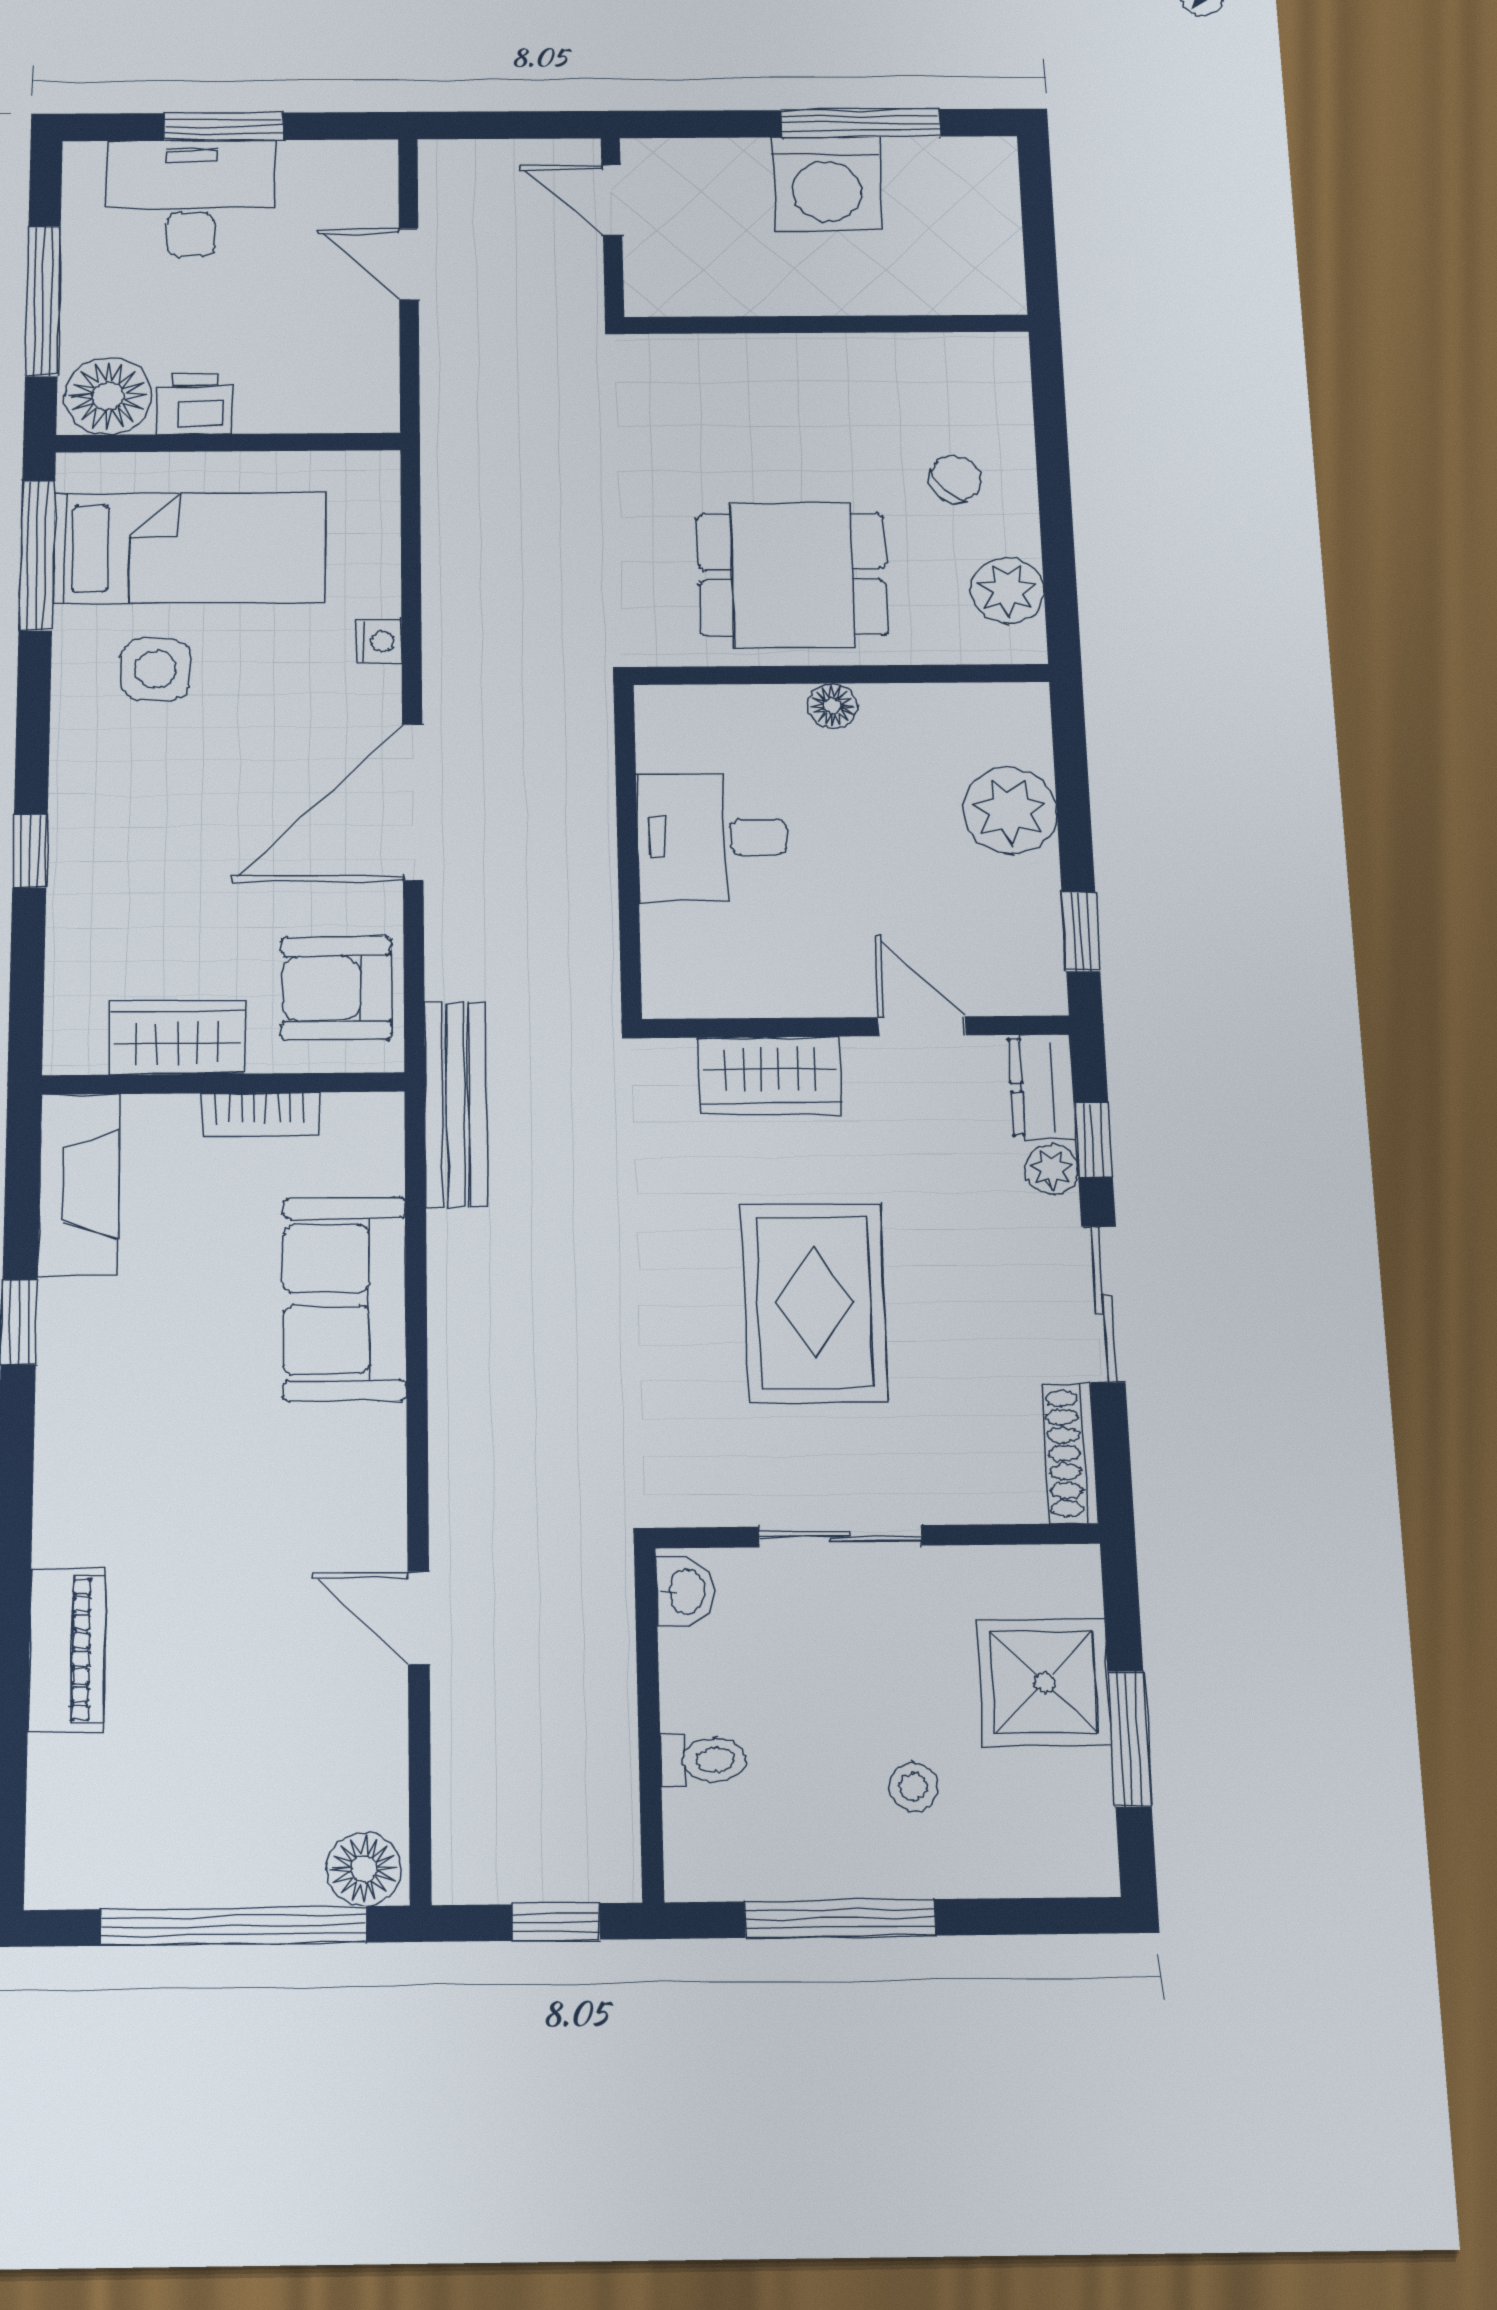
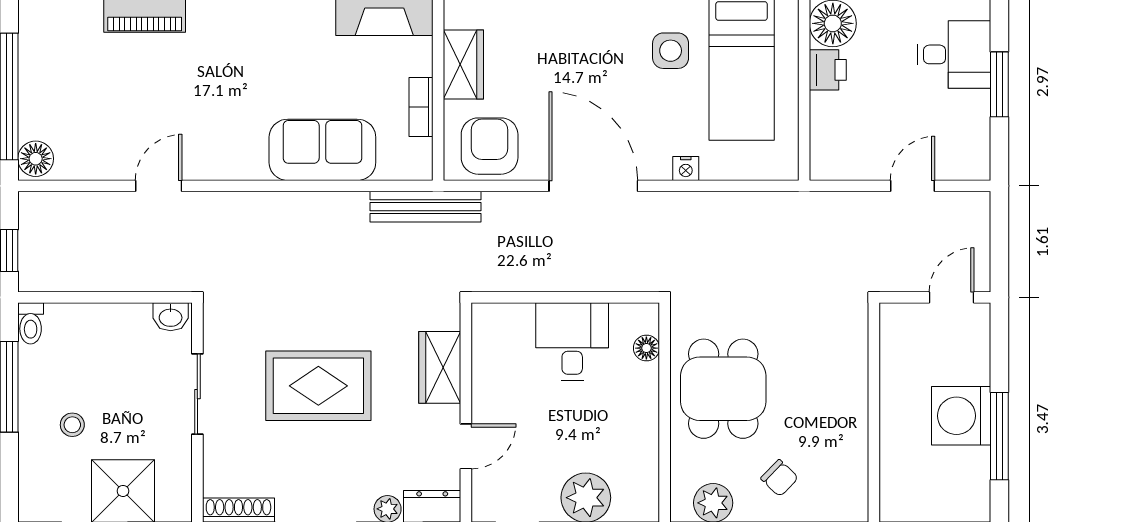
desk: (191, 198) -> (954, 54), width x0.73
floor lamp: (832, 706) -> (646, 348), moved
toilet: (703, 1760) -> (31, 323), moved

